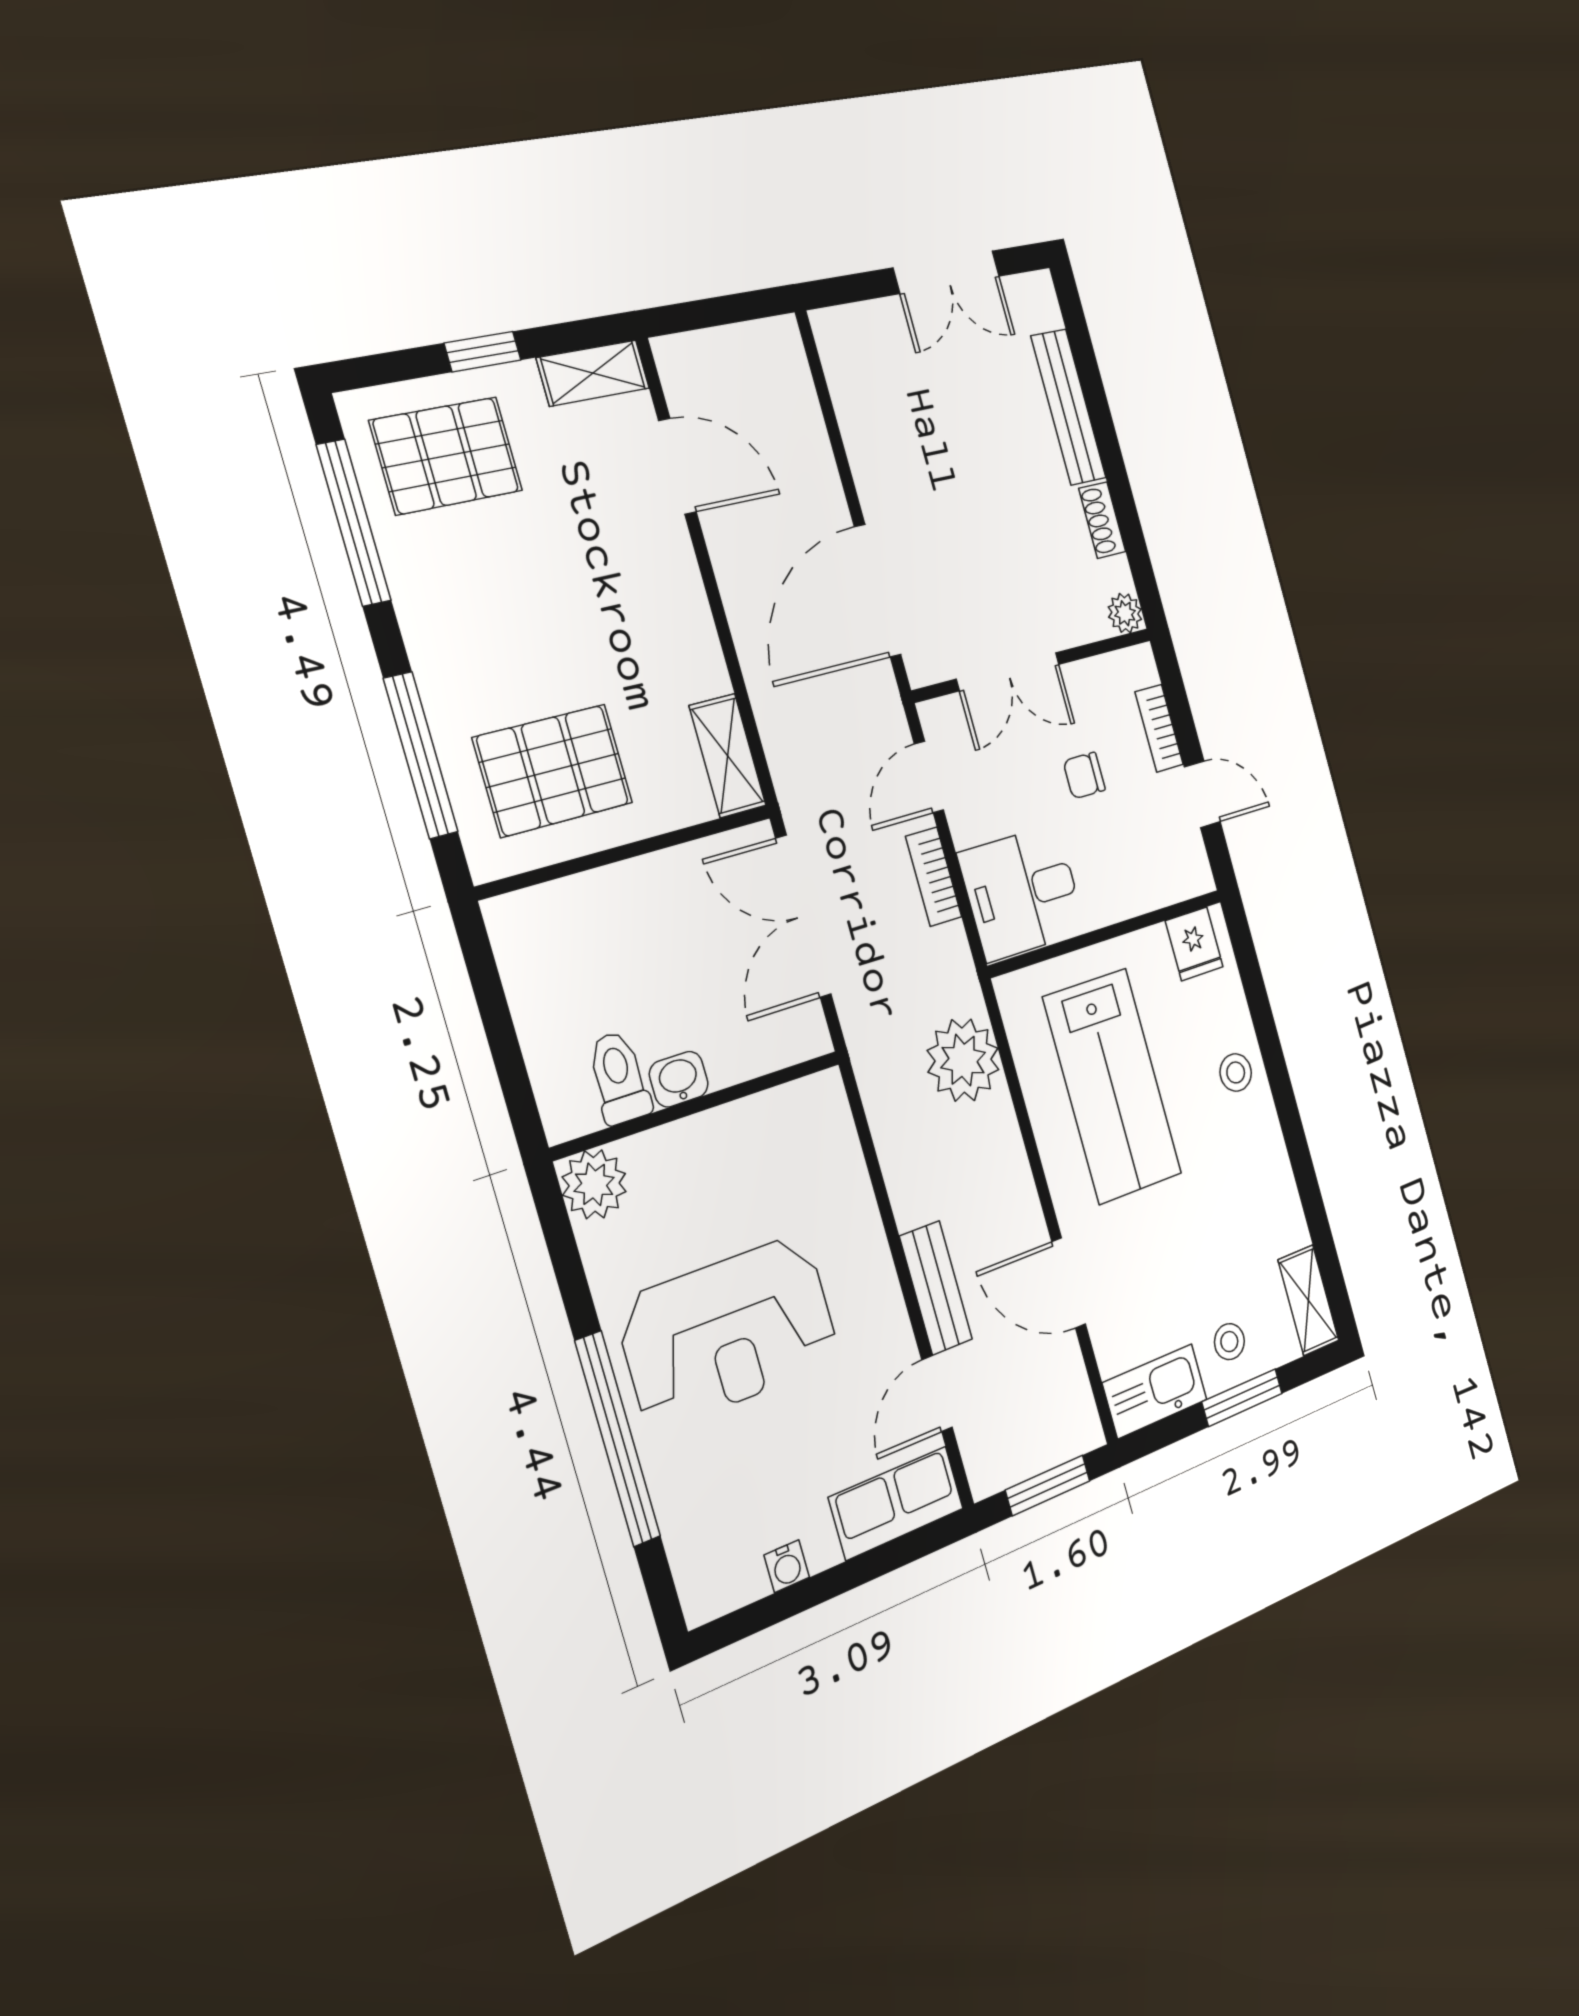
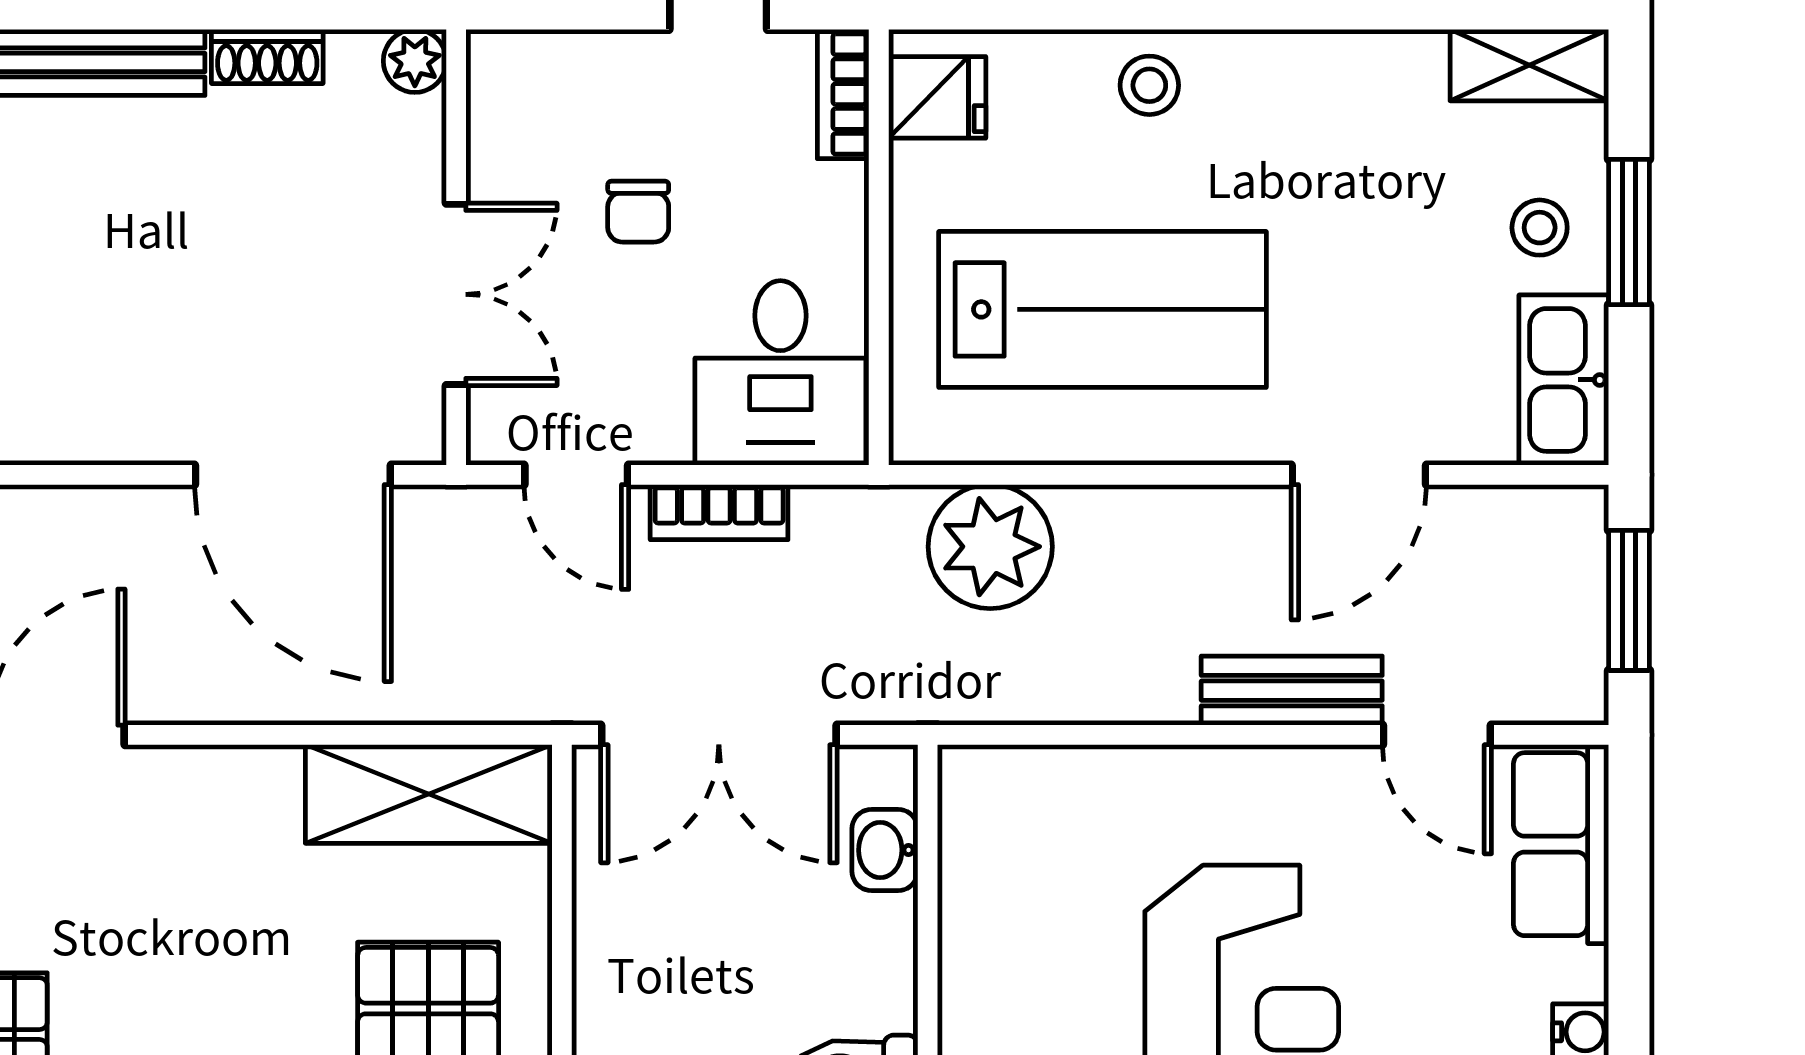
bookcase: (1159, 728) -> (843, 94), moved, turned 90
shelving: (728, 756) -> (429, 794), width x1.50, depth x1.33
washbasin: (679, 1079) -> (885, 850), moved

